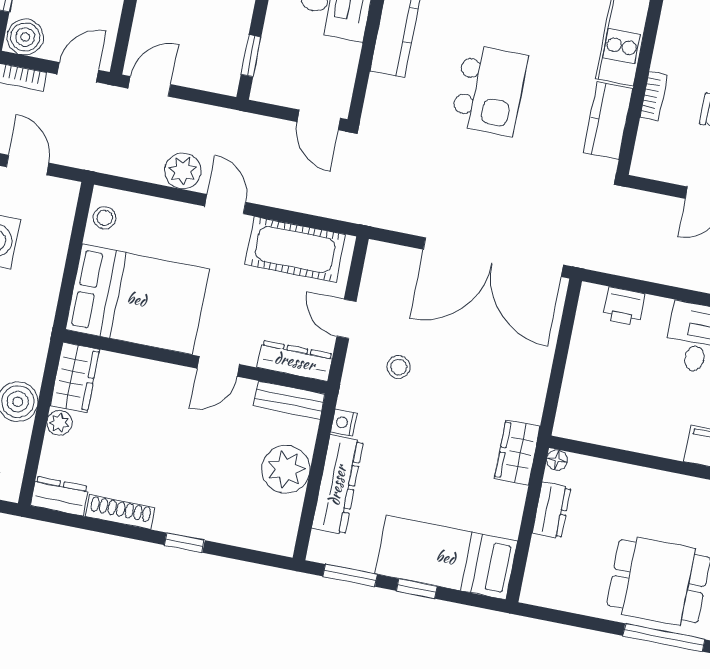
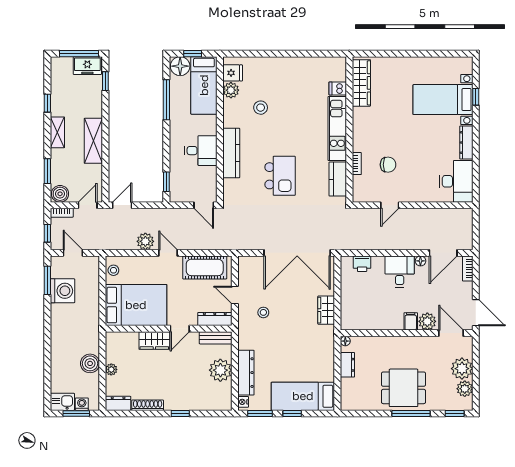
wardrobe: (75, 378) -> (154, 341), moved, turned 90
nightstand: (344, 423) -> (243, 402), moved
wardrobe: (517, 452) -> (326, 310), moved

